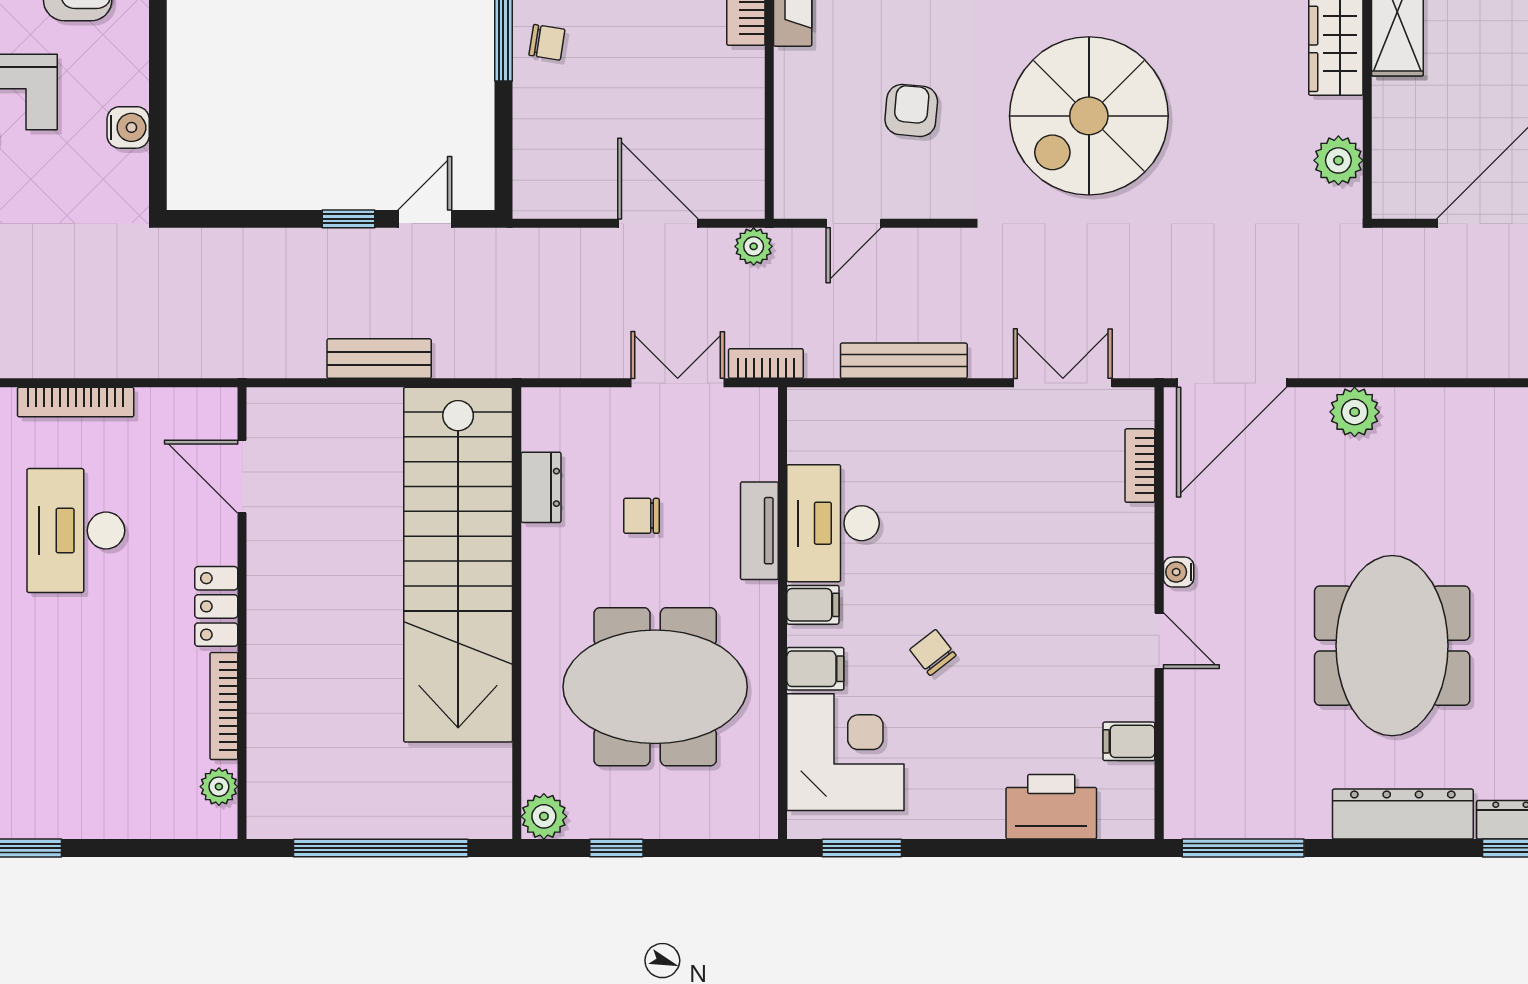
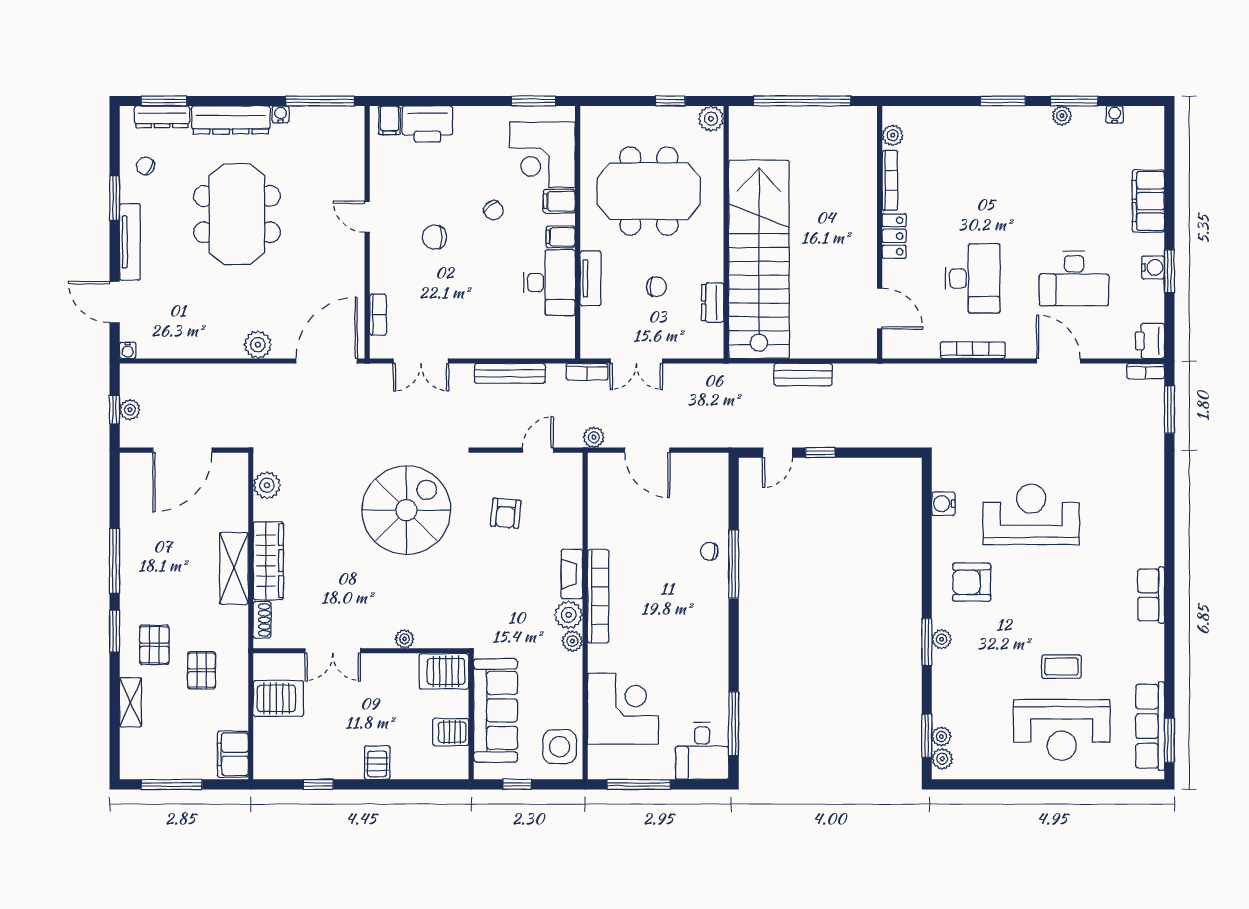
water cooler: (1179, 572) -> (281, 114), moved, turned -90
chair: (1039, 604) -> (434, 237), added
filing cabinet: (1129, 741) -> (389, 120), moved, turned 90

